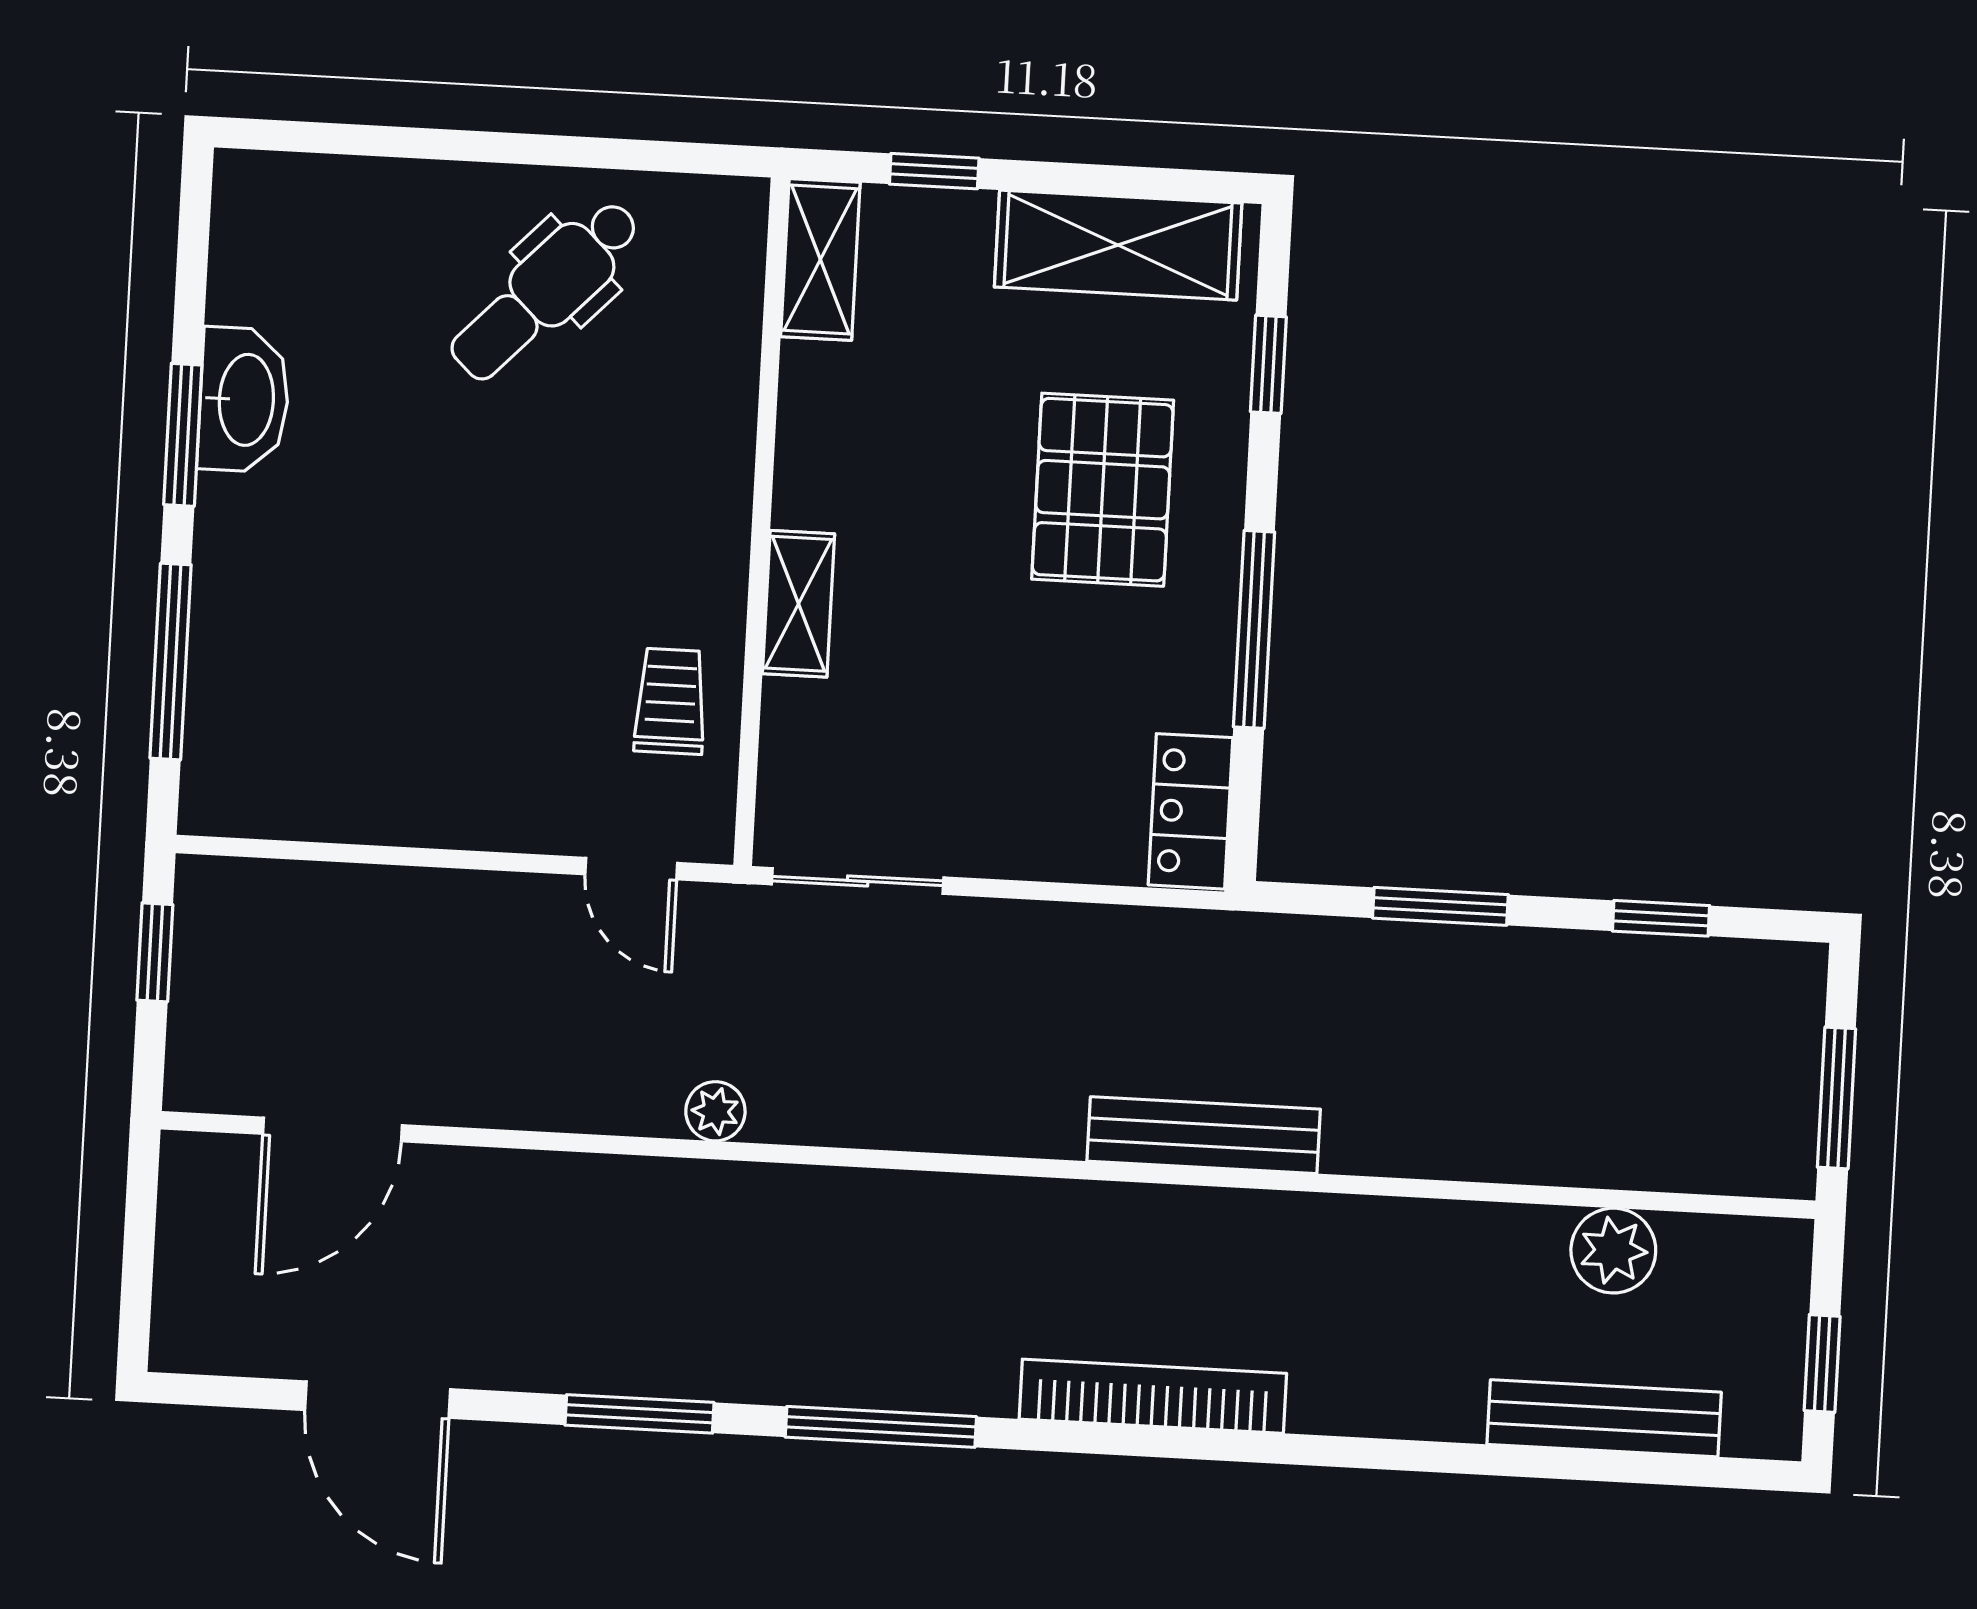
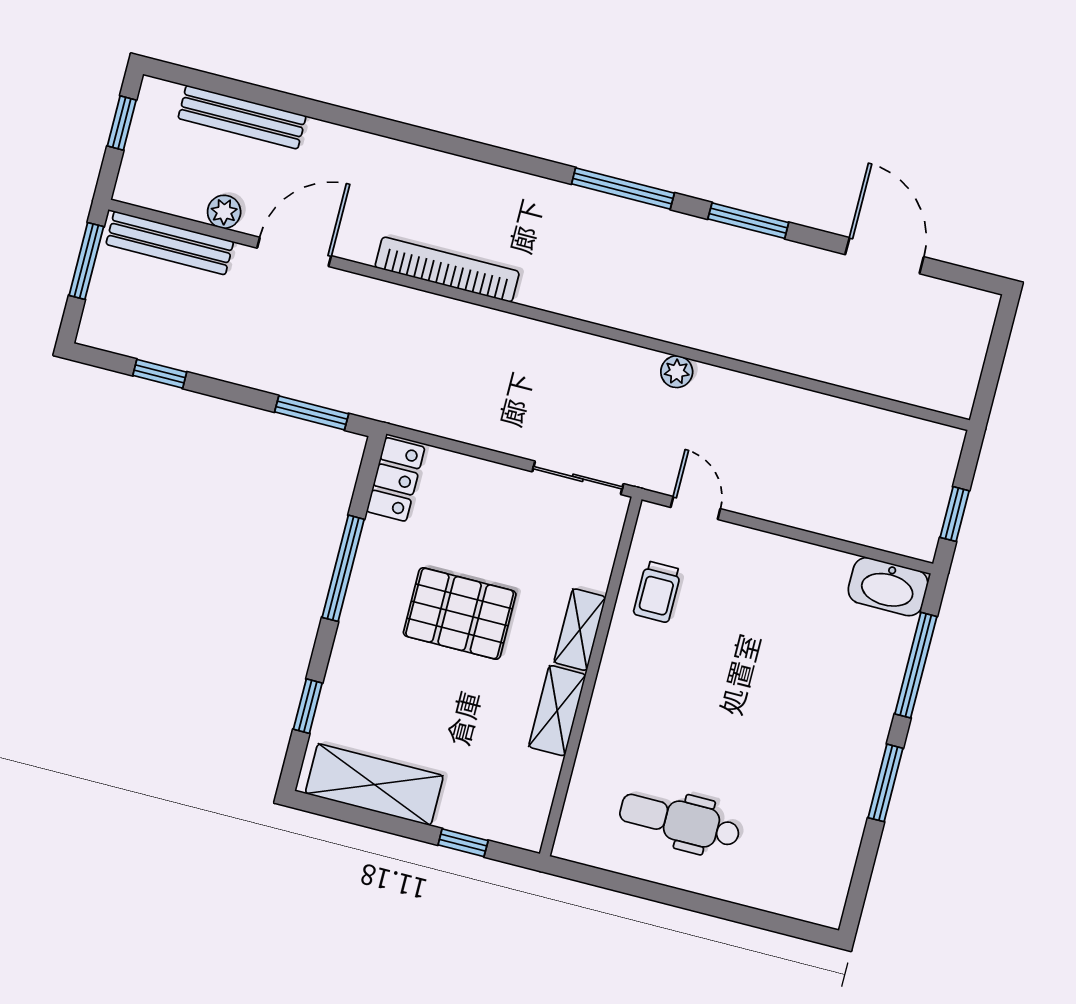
shelving: (820, 259) -> (557, 711), moved
dental chair: (545, 290) -> (680, 821), turned -134
washbasin: (244, 400) -> (888, 587), moved, turned -90
pallet: (1103, 490) -> (460, 613), moved, turned 90
window: (1440, 906) -> (312, 413), moved
door: (333, 1129) -> (294, 252), moved
bench: (1204, 1135) -> (170, 243), moved
plant: (1613, 1251) -> (224, 212), width x0.73, depth x0.73
bookcase: (1153, 1396) -> (447, 270), moved, turned 180

